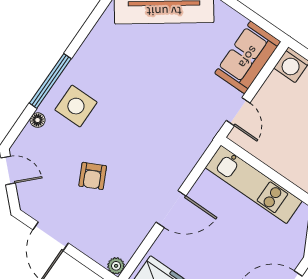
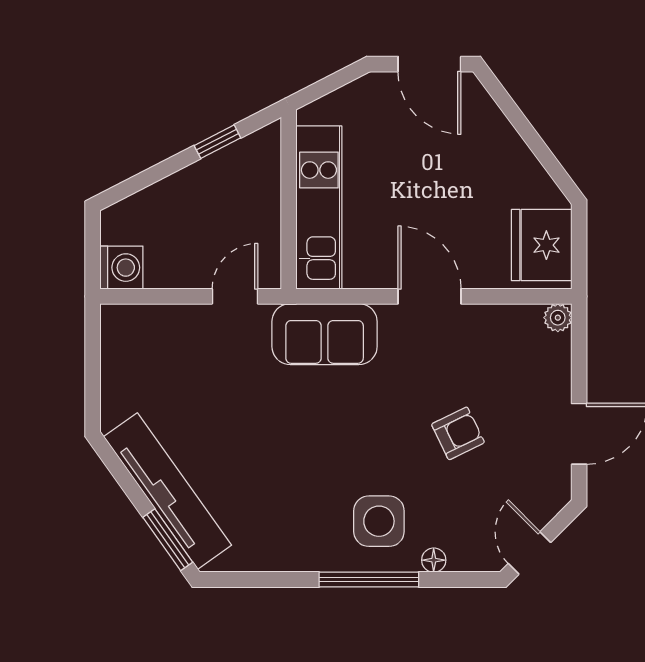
sofa: (248, 57) -> (325, 334), moved

